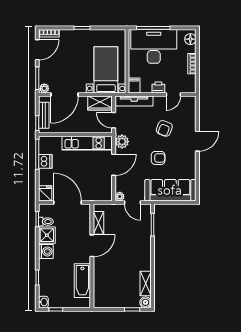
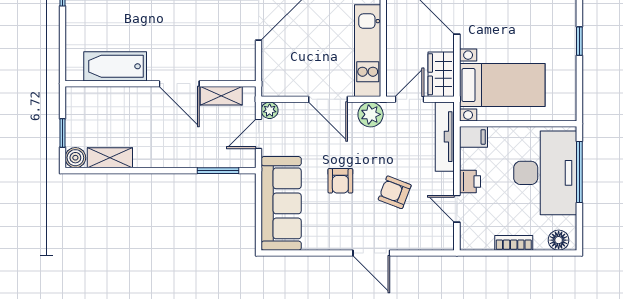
shelving: (98, 223) -> (221, 96), moved
door: (92, 246) -> (179, 84), moved
wall: (92, 256) -> (161, 84), moved
bathtub: (82, 281) -> (115, 66), moved

